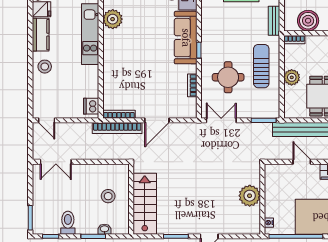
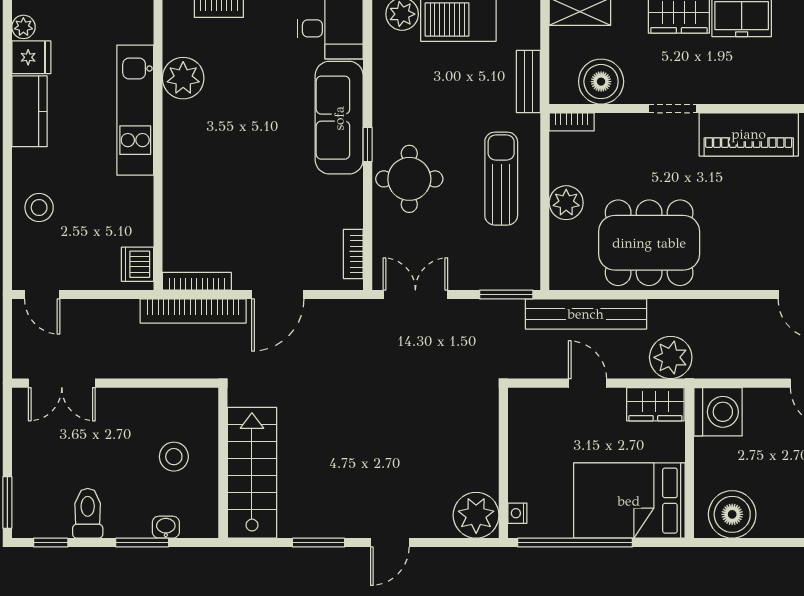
stool: (45, 67) -> (39, 208), moved
round table: (228, 77) -> (409, 179), moved
bookcase: (192, 85) -> (353, 254), moved
plant: (250, 196) -> (476, 515), moved

